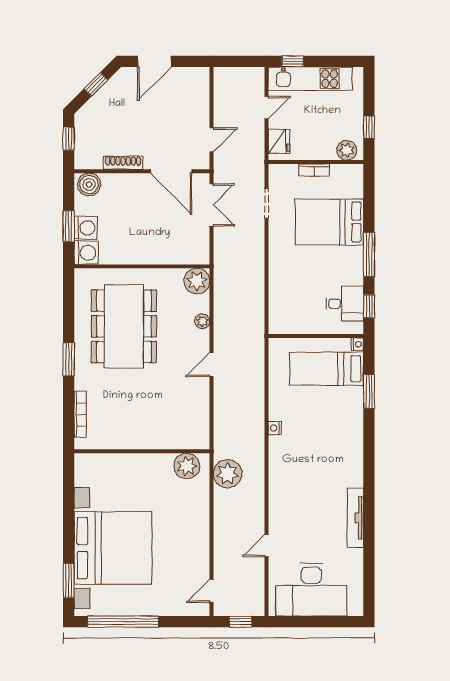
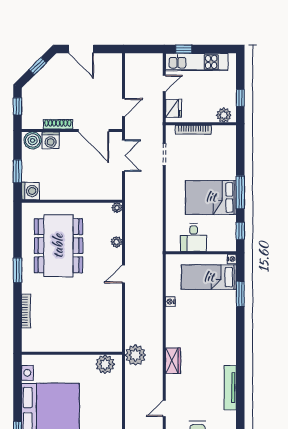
door: (154, 61) -> (81, 49), hinge flipped
bookcase: (314, 170) -> (193, 130), width x1.56
bed: (329, 222) -> (211, 197), moved
washing machine: (86, 228) -> (51, 140), moved, turned 90
plant: (197, 281) -> (117, 208), width x0.53, depth x0.53
desk: (345, 304) -> (194, 238), moved, turned 90
nightstand: (275, 428) -> (170, 302), moved
wall: (142, 451) -> (72, 353), moved
plant: (187, 466) -> (105, 364), moved
wardrobe: (278, 481) -> (173, 361), added

